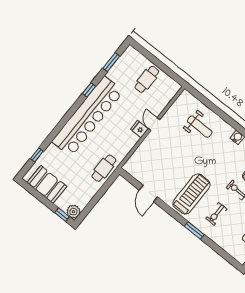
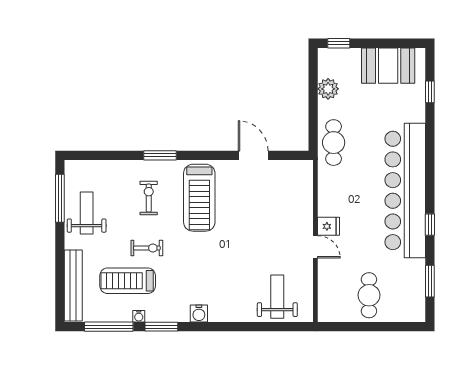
weight bench: (200, 127) -> (277, 297), moved, turned 90
plant: (73, 212) -> (328, 89), moved

